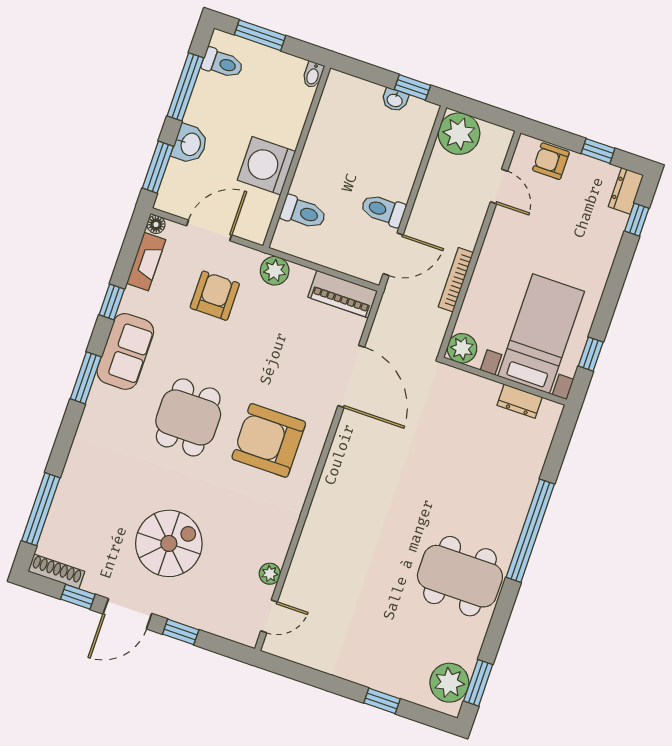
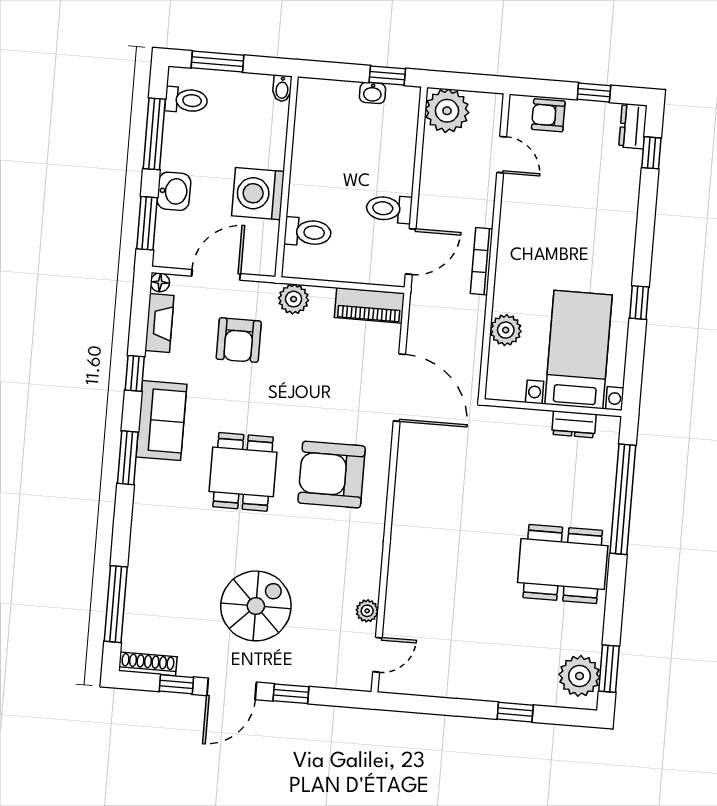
armchair: (215, 296) -> (239, 340), turned 180
bed with nightstands: (541, 334) -> (578, 350), moved
wall: (504, 381) -> (553, 408), moved
dresser: (520, 401) -> (574, 424), moved

